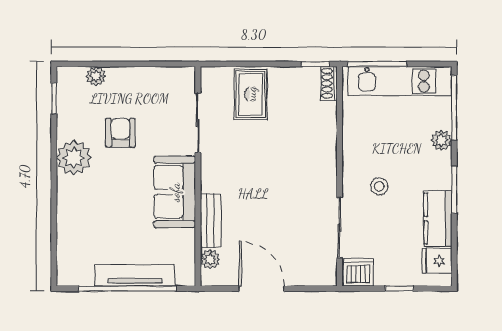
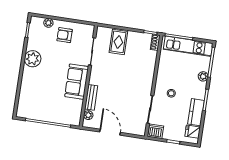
armchair: (120, 133) -> (65, 35), moved, turned -90
tv unit: (135, 275) -> (52, 117), removed

